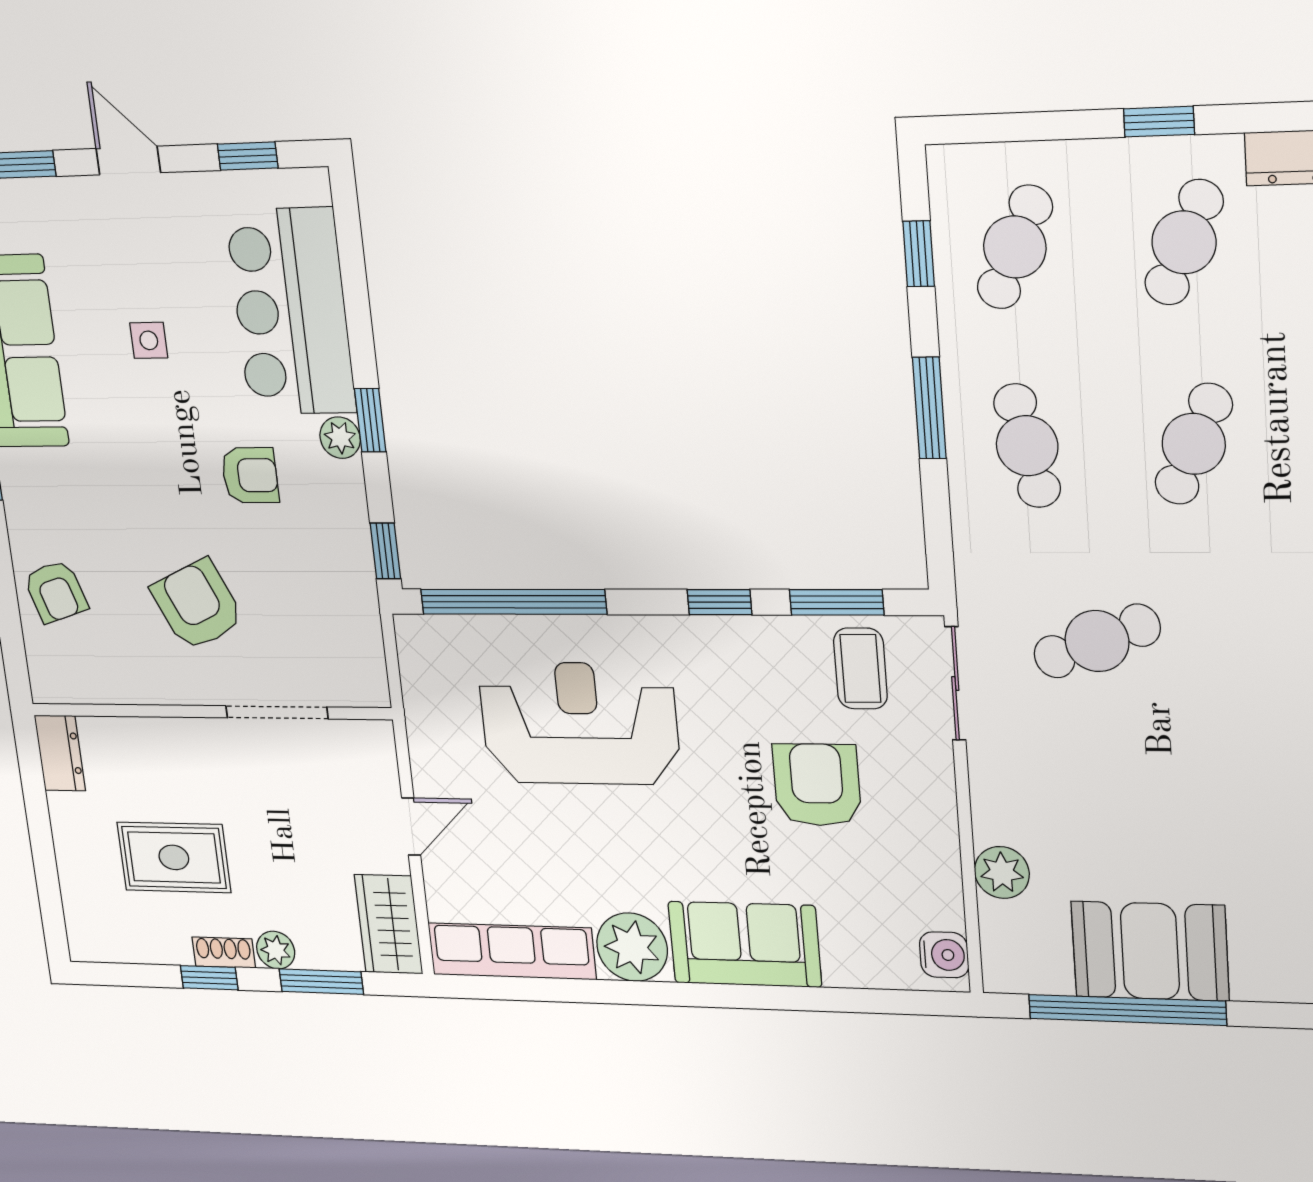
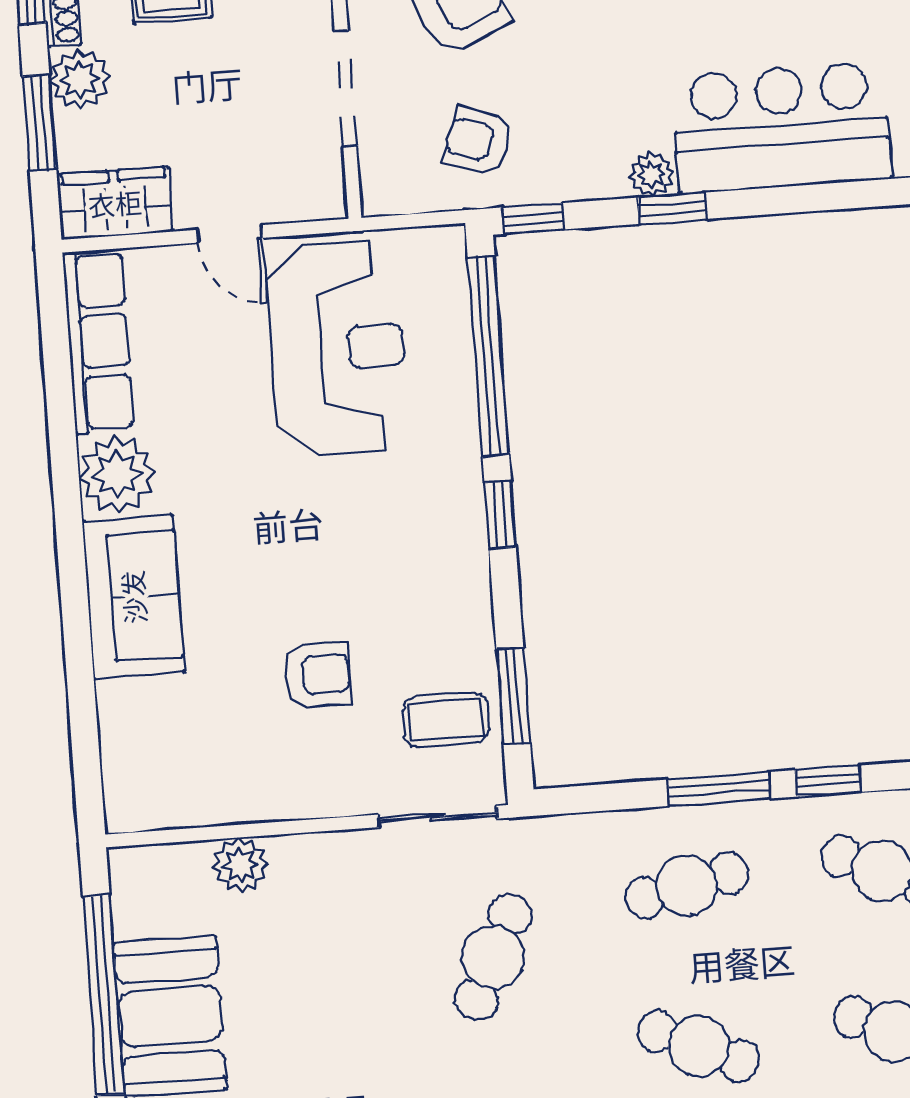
window: (919, 254) -> (828, 781), moved
armchair: (250, 475) -> (478, 141), moved, turned 109
window: (719, 602) -> (500, 515), moved
cafe table: (1097, 641) -> (493, 957), turned 47
reception desk: (579, 723) -> (337, 348), moved
armchair: (817, 785) -> (317, 674), width x0.72, depth x0.72
plant: (276, 950) -> (80, 79), width x1.38, depth x1.38
water cooler: (944, 955) -> (144, 807), removed

